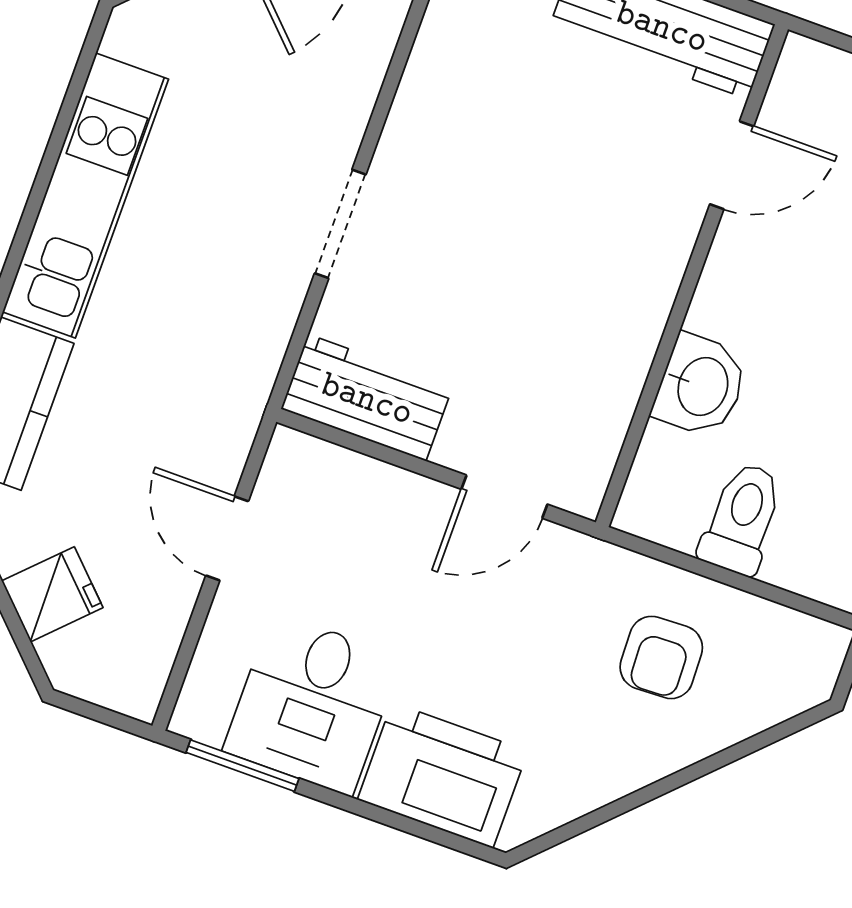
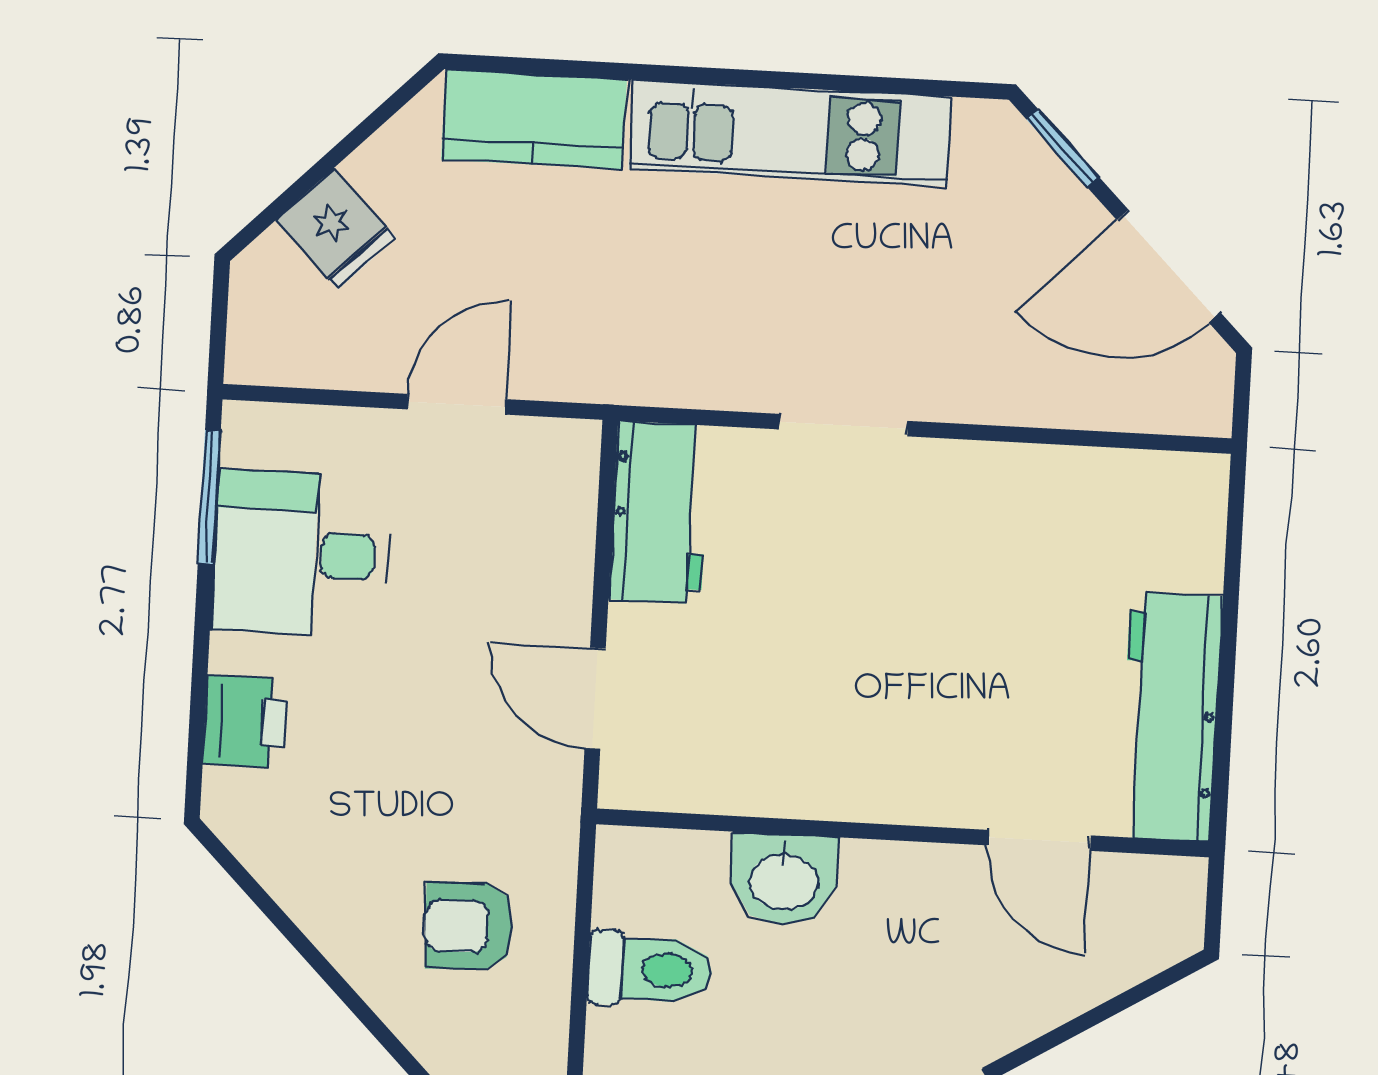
printer: (443, 775) -> (246, 721), width x0.53, depth x0.68

